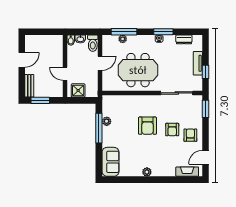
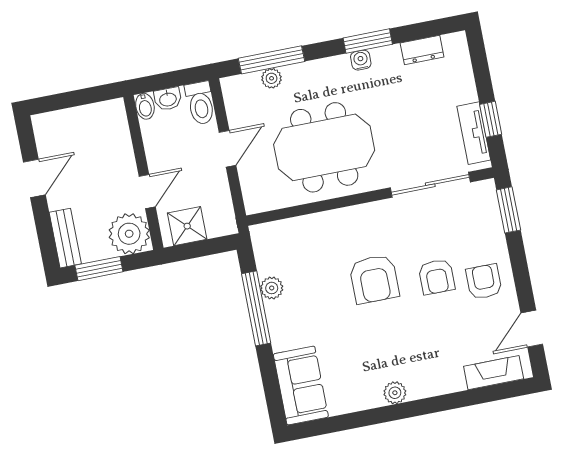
tv unit: (198, 63) -> (474, 133), moved
door: (65, 74) -> (147, 192), swing flipped
plant: (55, 89) -> (129, 234), added

